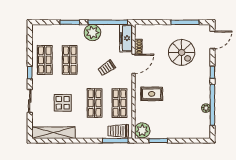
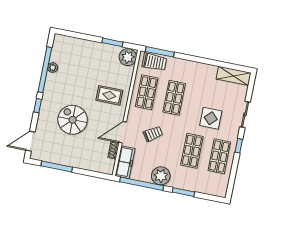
spiral stairs: (182, 52) -> (73, 120), moved
display table: (63, 103) -> (211, 118), moved
shelving: (53, 133) -> (234, 76), width x0.68

